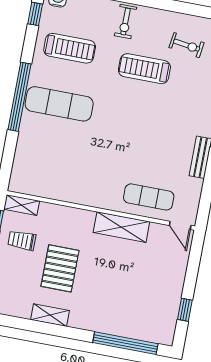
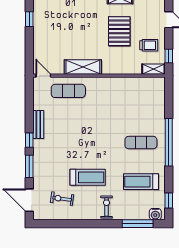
exercise mat: (59, 104) -> (141, 143), width x0.73, depth x0.69

